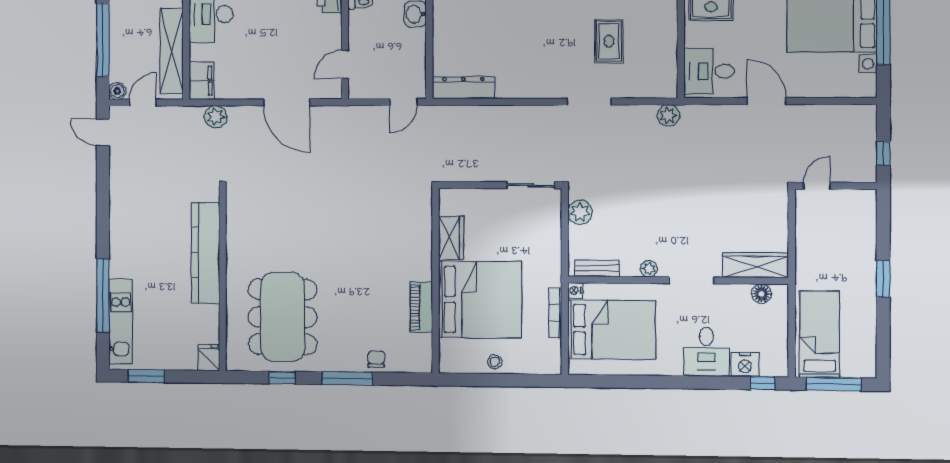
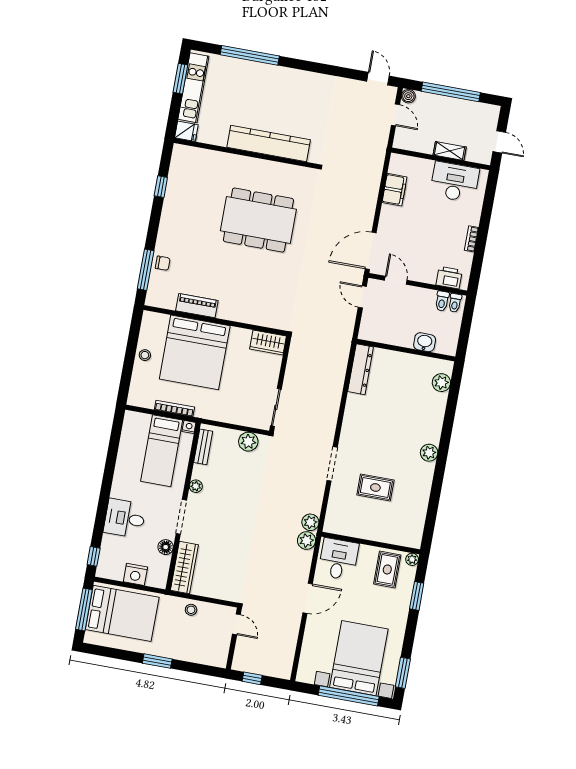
shelving: (172, 51) -> (450, 151), width x0.45, depth x0.75
filing cabinet: (202, 81) -> (394, 190), moved, turned -90
door: (286, 102) -> (371, 251), moved
door: (403, 102) -> (362, 297), moved
plant: (216, 117) -> (306, 541), moved
door: (103, 132) -> (378, 79), hinge flipped
wardrobe: (451, 238) -> (268, 343), moved
stool: (809, 247) -> (191, 610), added
floor lamp: (761, 294) -> (166, 547), moved
dining table: (283, 317) -> (258, 220), moved
kitchen unit: (121, 322) -> (193, 88), moved, turned -90
bed: (612, 330) -> (162, 451), width x0.67
bed: (820, 334) -> (122, 613), width x1.50
nightstand: (745, 364) -> (135, 574), moved, turned -90
window: (347, 378) -> (146, 270), moved

